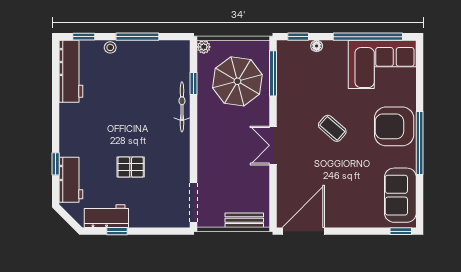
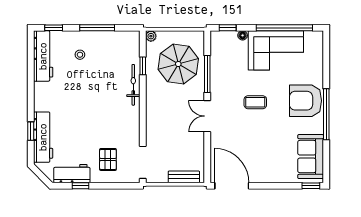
stool: (110, 47) -> (80, 55), moved
corner sofa: (382, 64) -> (276, 50), moved
window: (273, 73) -> (207, 74), moved
coffee table: (332, 128) -> (255, 102), turned -41
pallet: (131, 167) -> (108, 159), moved, turned 90
workbench: (71, 180) -> (43, 137), width x1.38
door: (303, 231) -> (232, 186), hinge flipped

